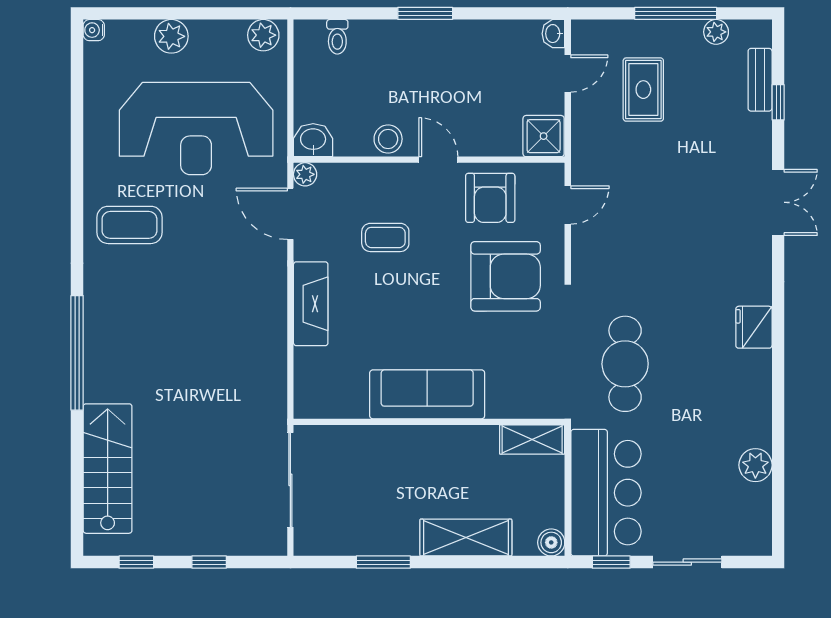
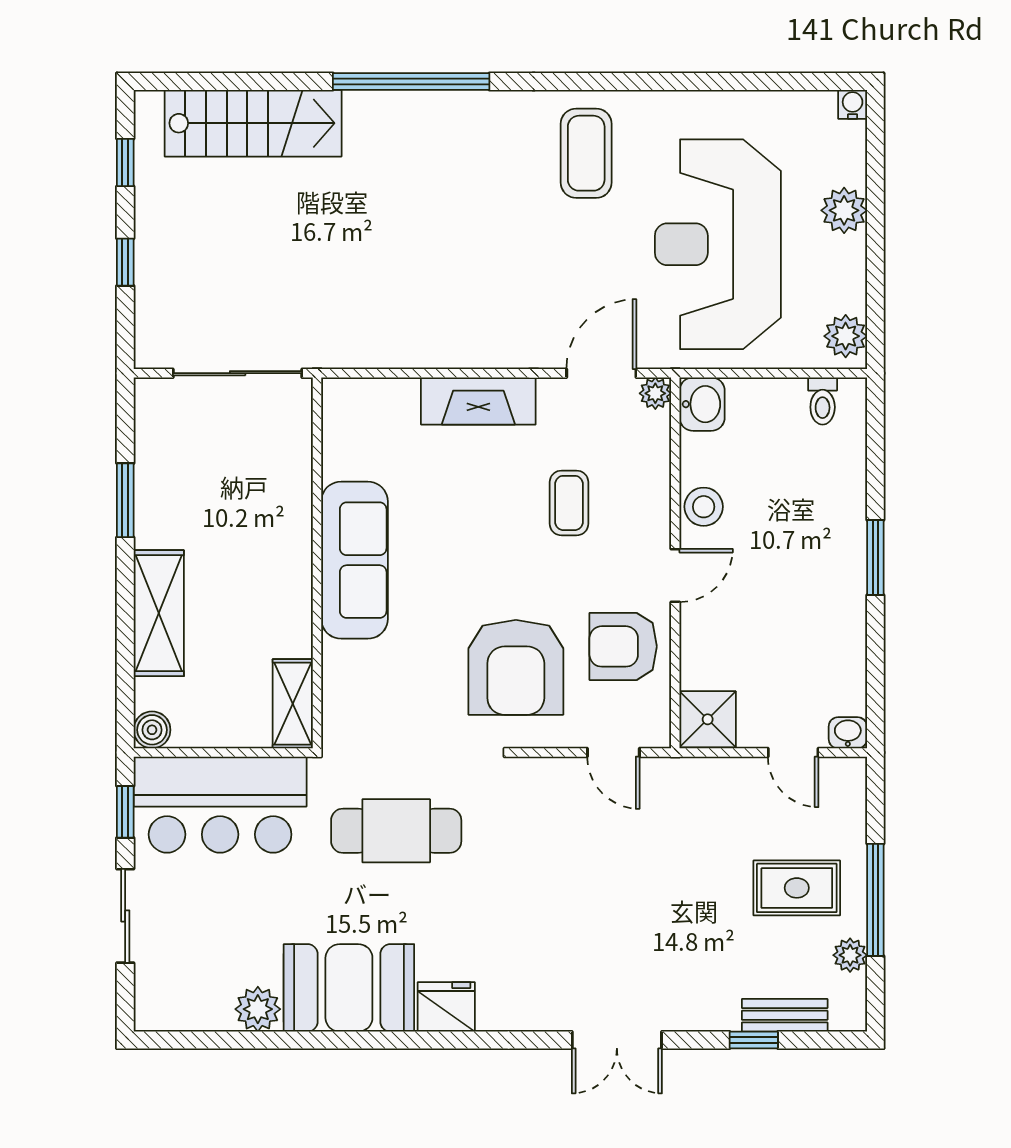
toilet: (337, 37) -> (823, 401), moved, turned -90
rug: (643, 90) -> (797, 888), moved
booth: (740, 398) -> (349, 988), added

